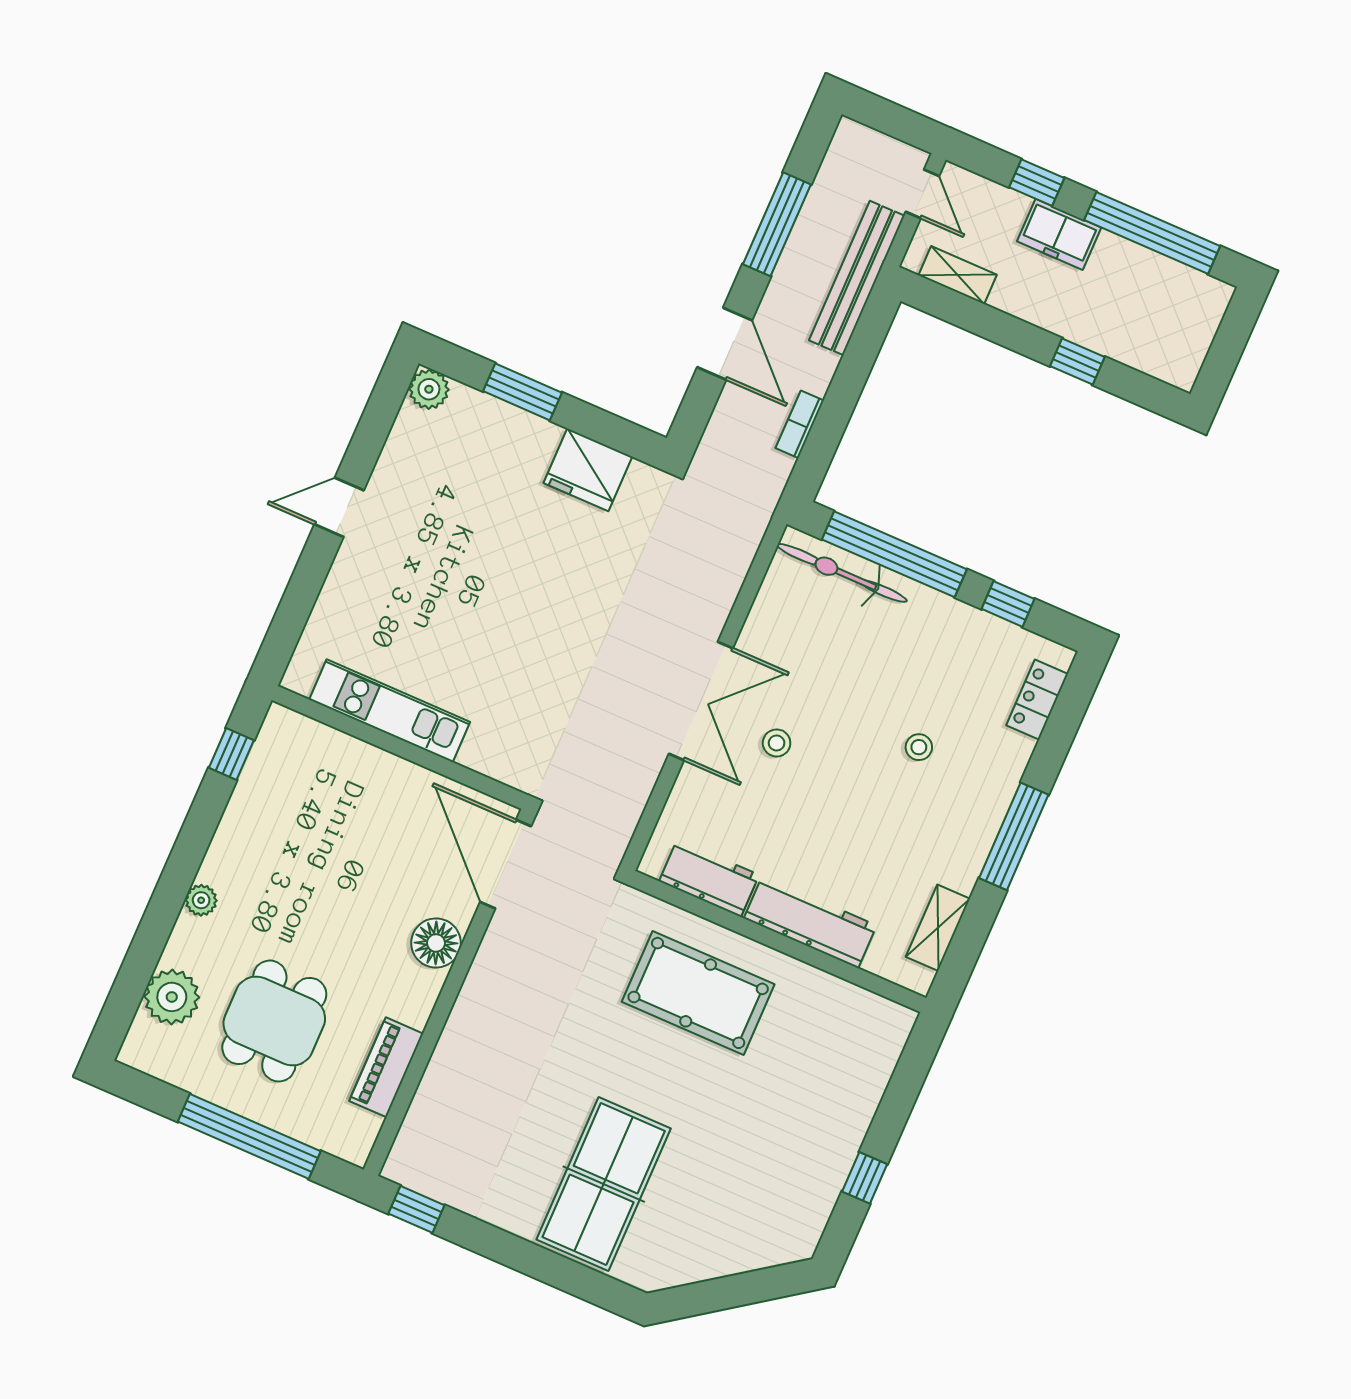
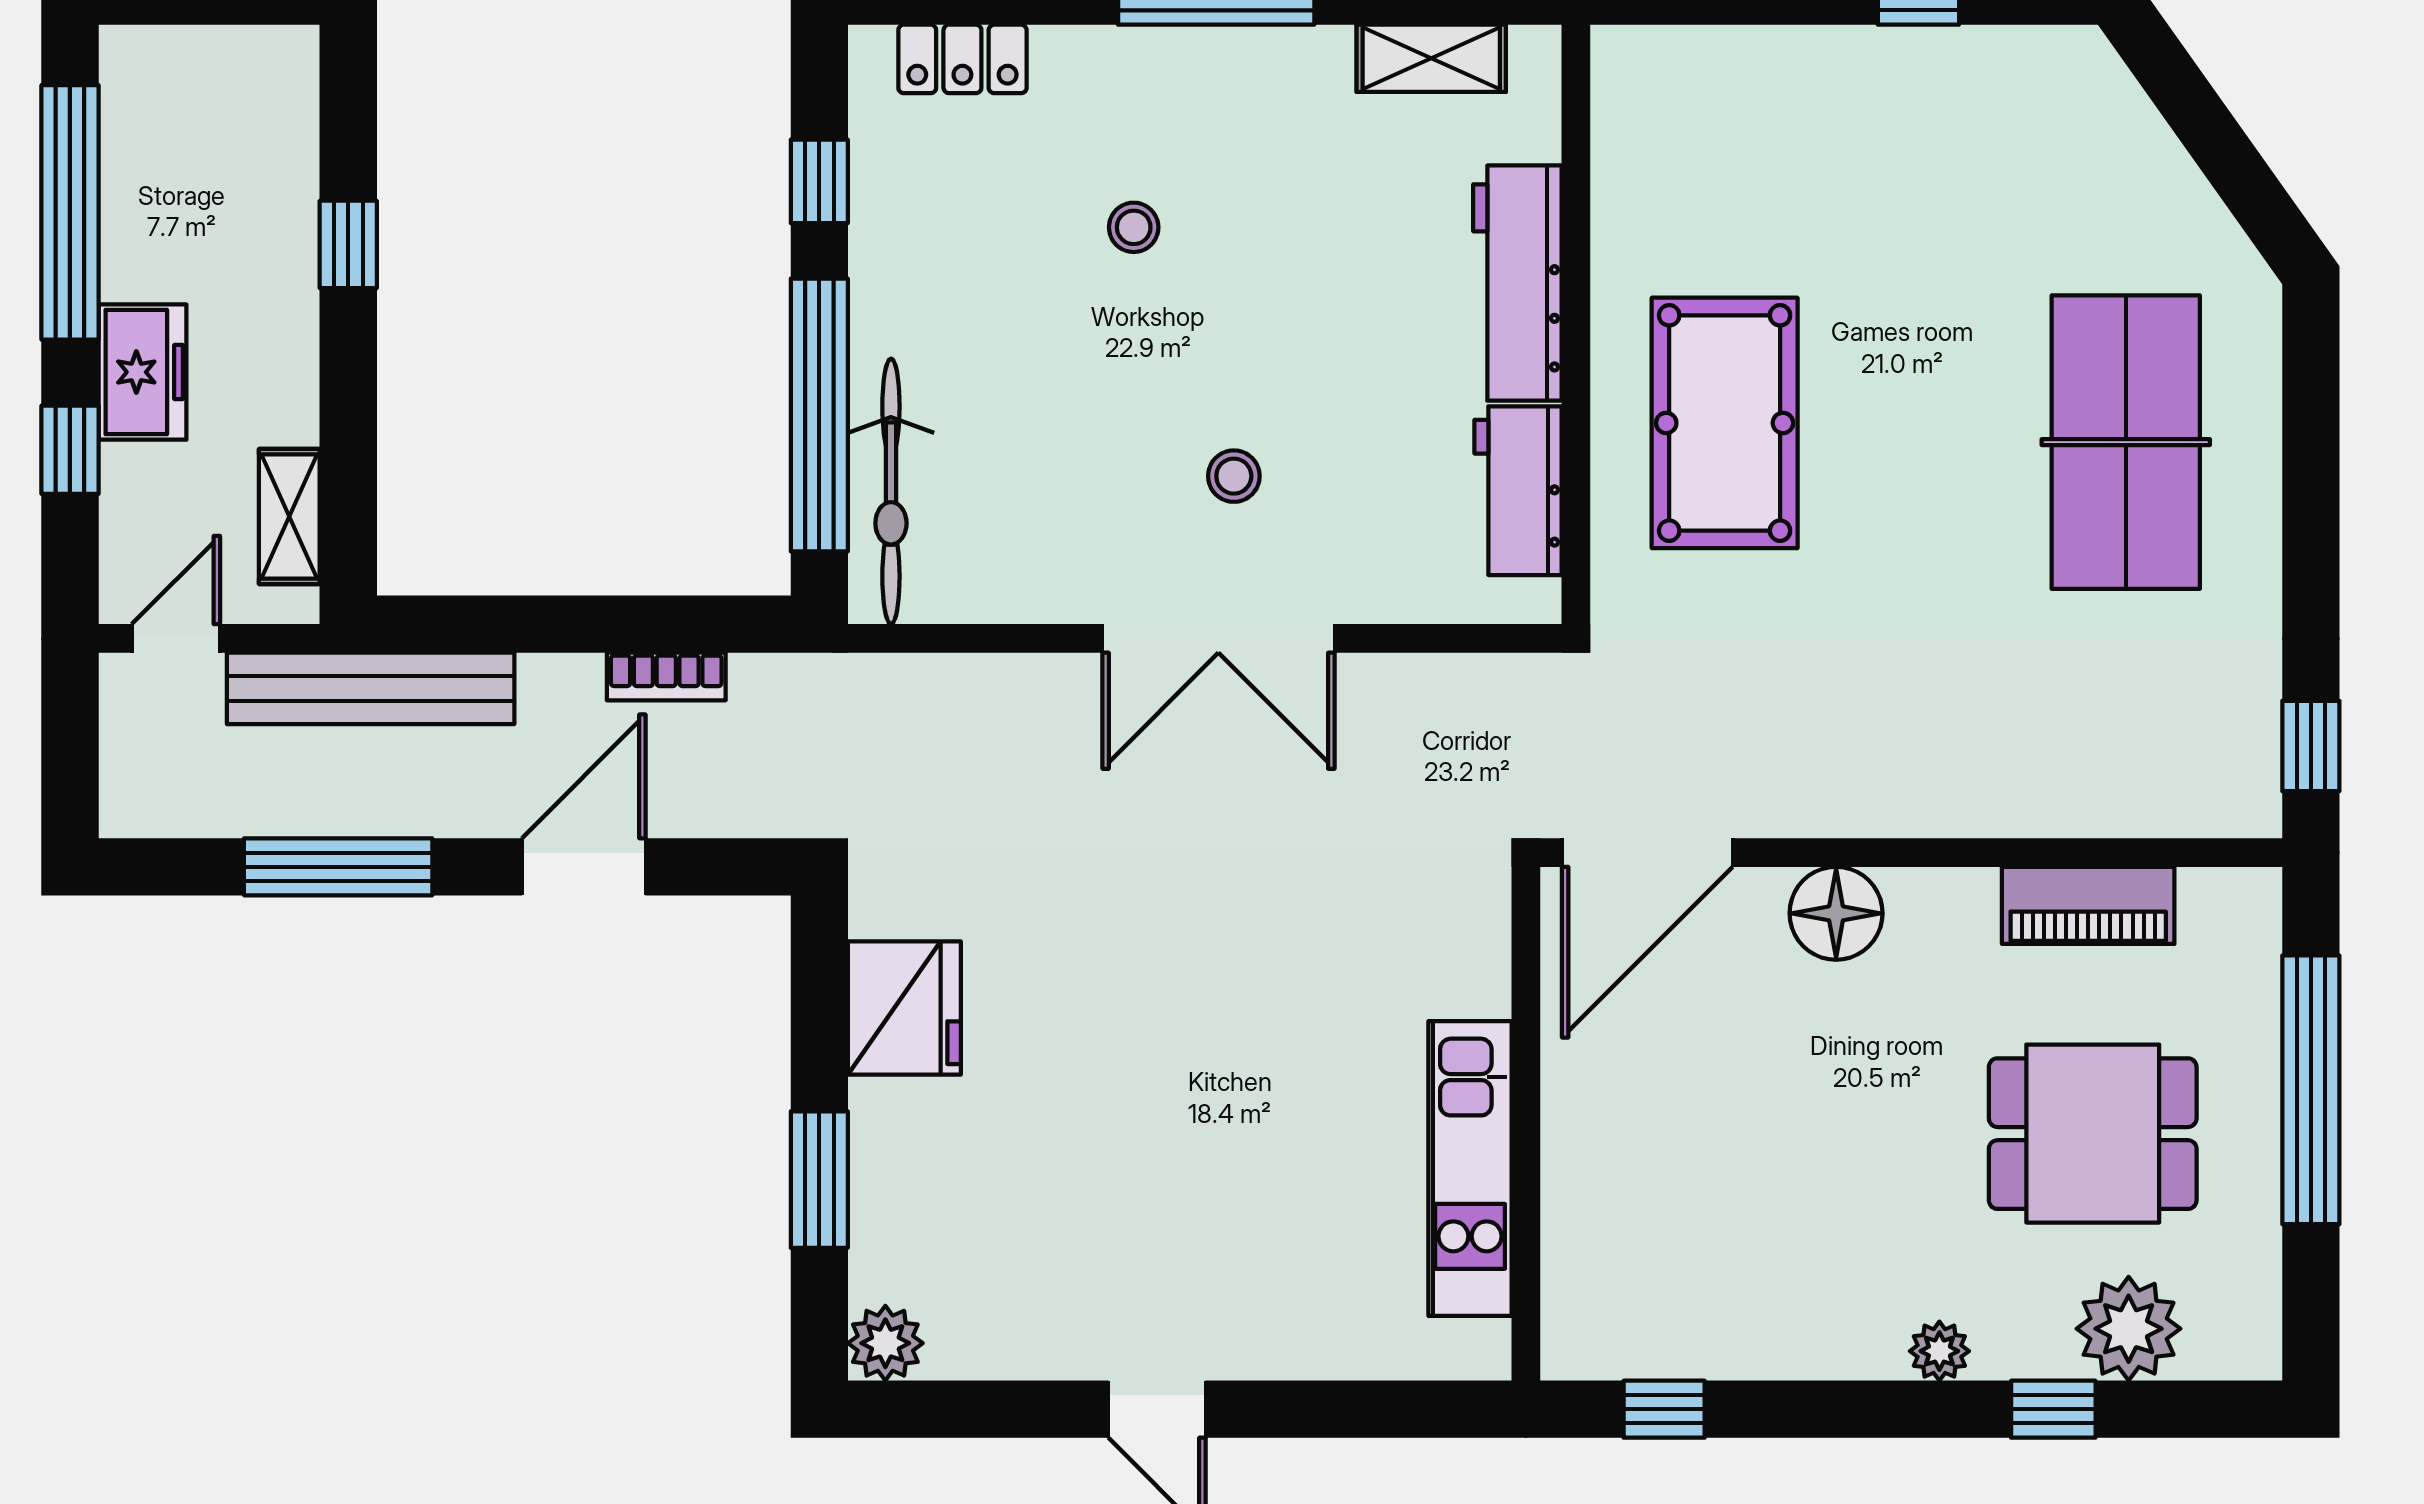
double door: (701, 701) -> (1218, 638), swing flipped
window: (149, 943) -> (2053, 1409), added
table tennis table: (604, 1184) -> (2126, 442), turned 90

